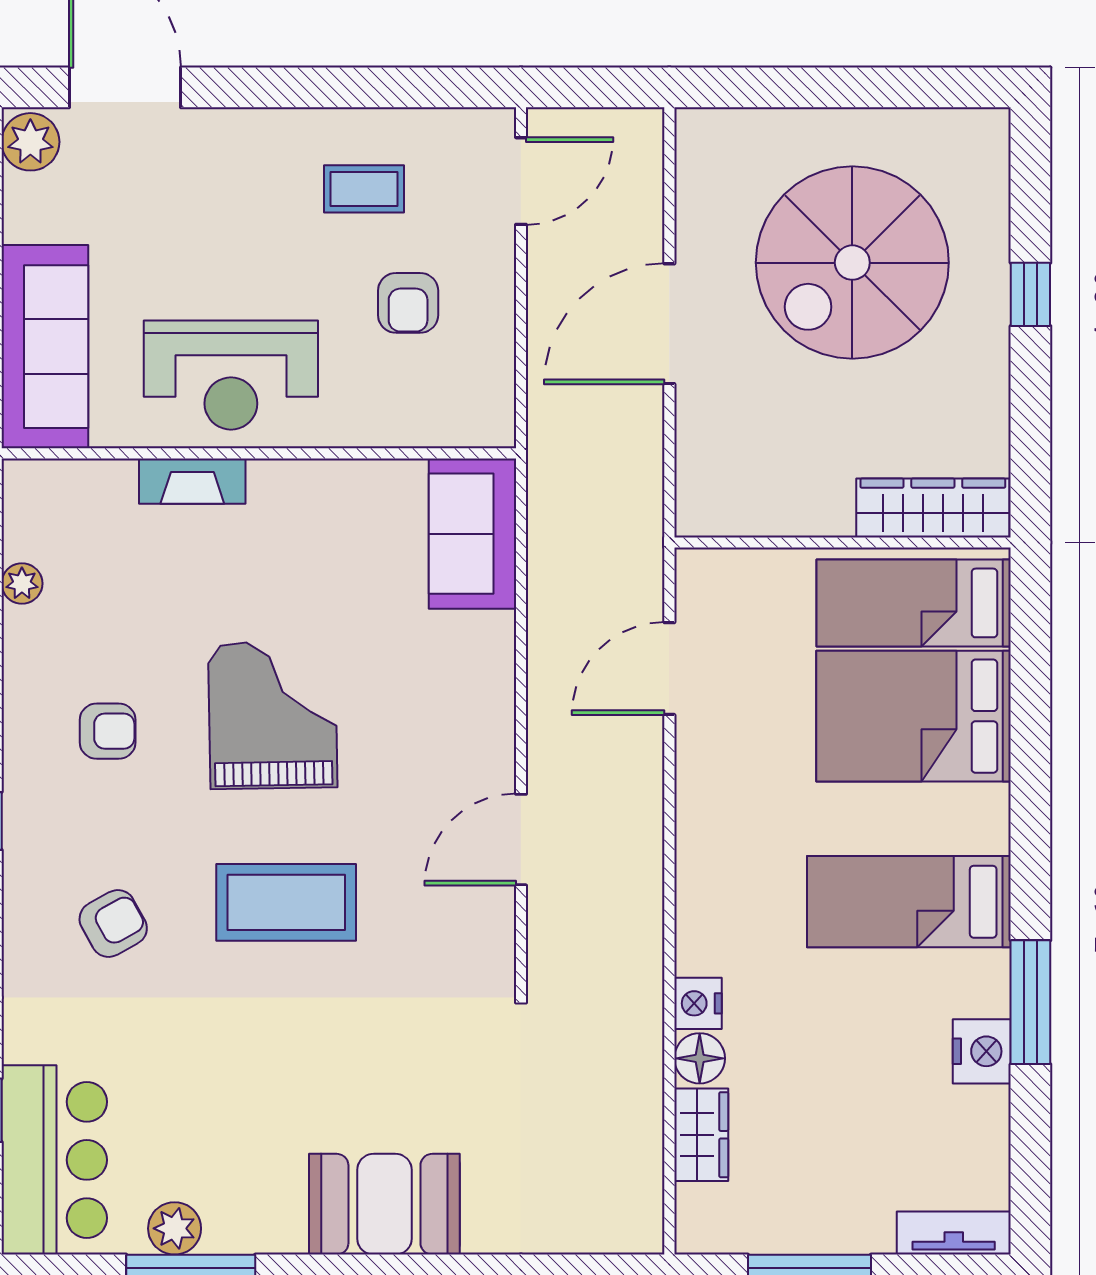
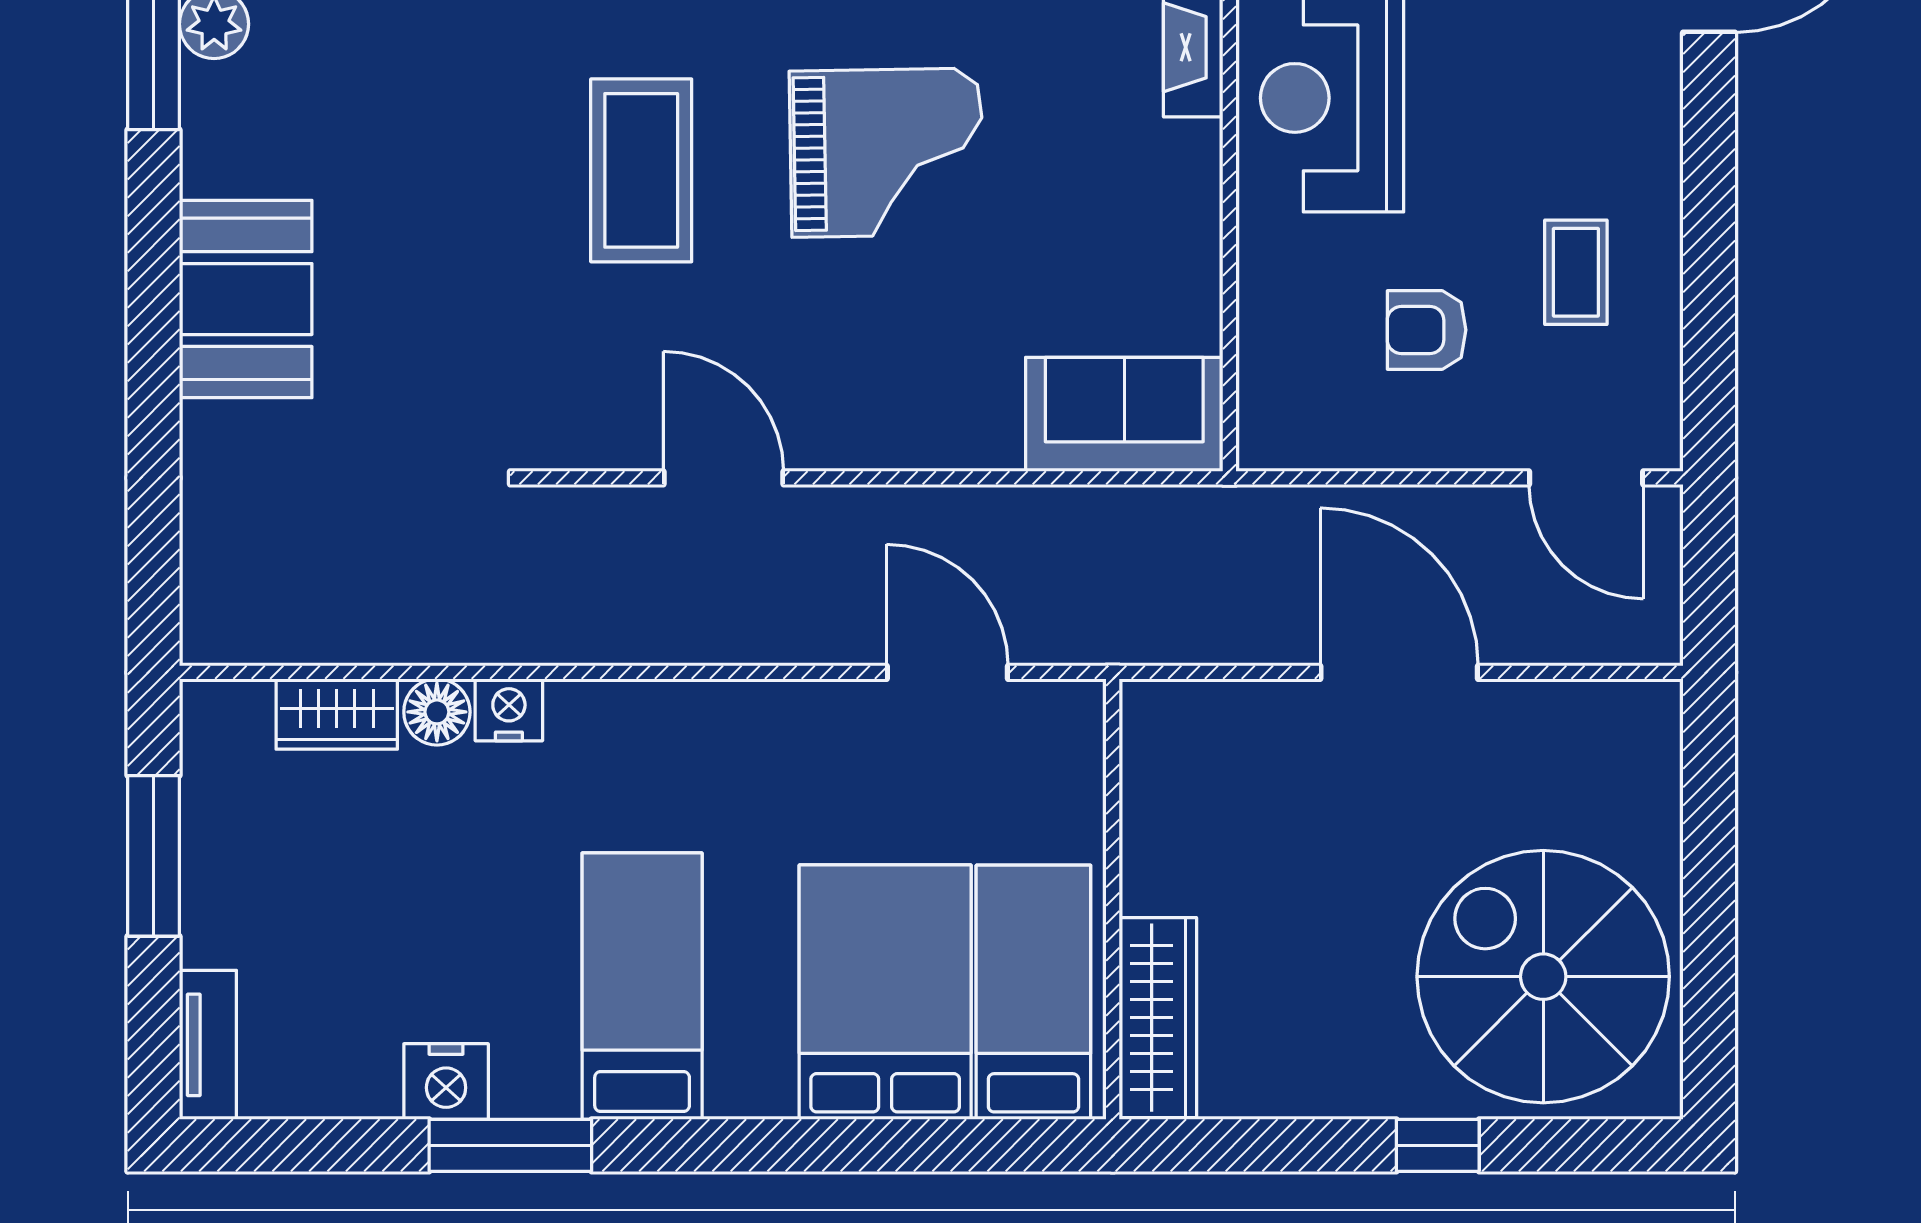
spiral stairs: (852, 263) -> (1543, 977), moved

